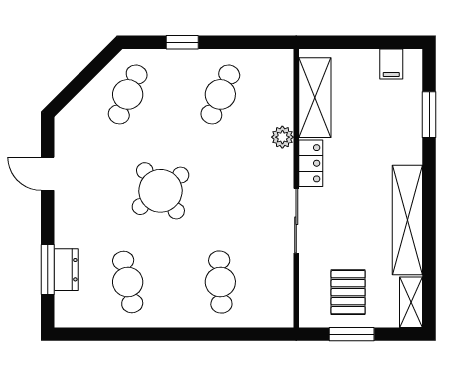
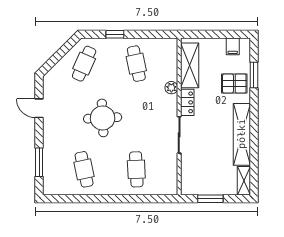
cafe table: (220, 94) -> (136, 64), turned -36
round table: (160, 191) -> (103, 118), turned 35
dresser: (66, 270) -> (49, 162), removed
pallet: (348, 292) -> (234, 84), moved, turned 90

